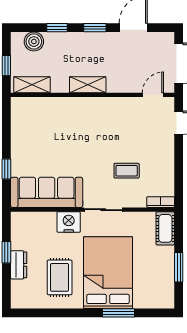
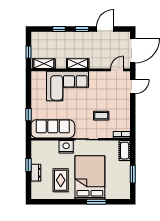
boiler: (34, 42) -> (45, 37), removed
corner sofa: (71, 122) -> (68, 86), added

